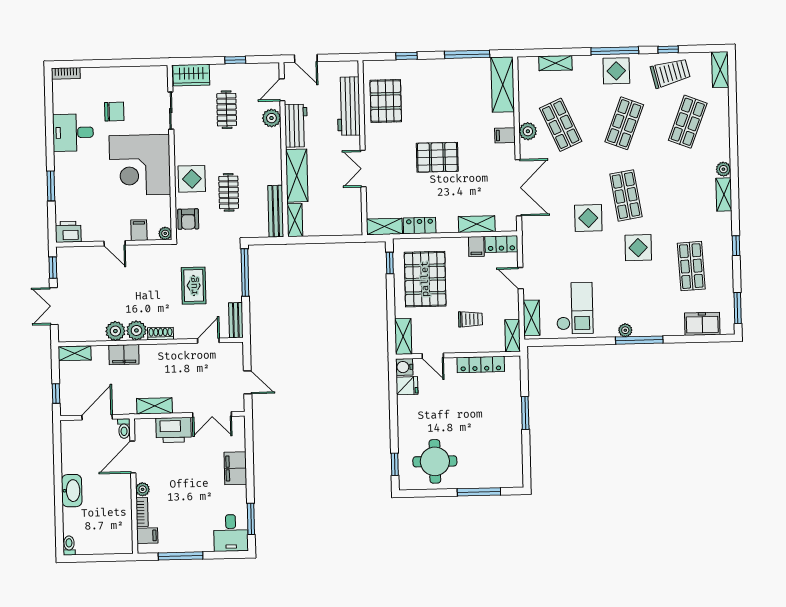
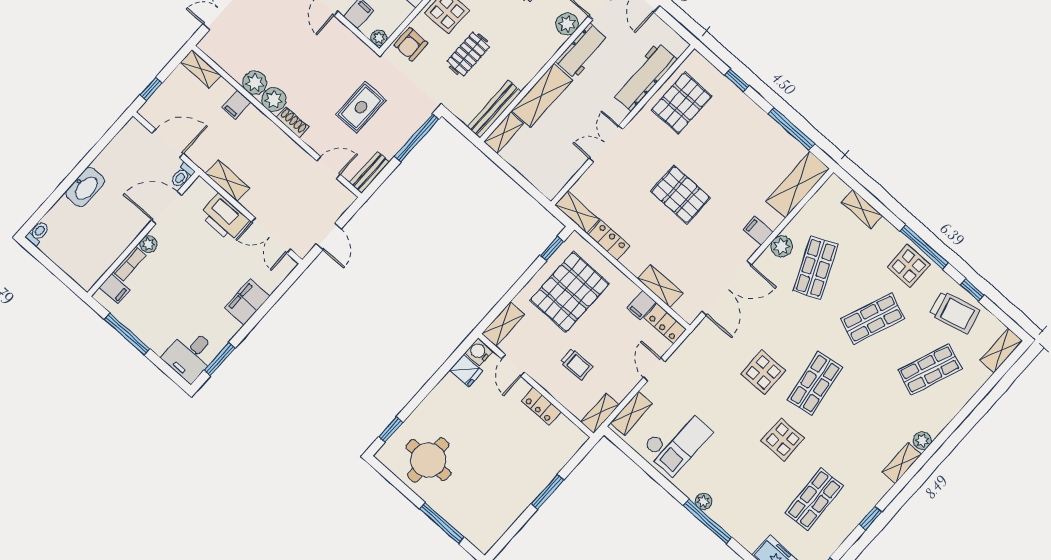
filing cabinet: (124, 355) -> (236, 105), width x0.50
locker: (481, 364) -> (541, 406), width x0.66

